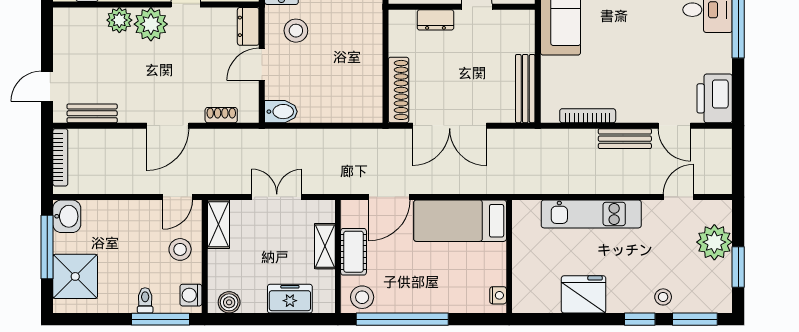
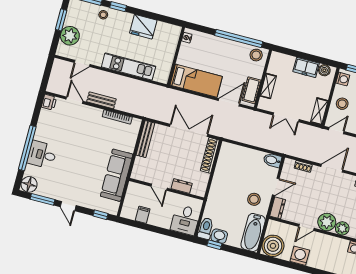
printer: (715, 98) -> (49, 102), width x0.53, depth x0.68
cot: (353, 252) -> (251, 90), moved
freezer: (290, 299) -> (306, 67), moved

